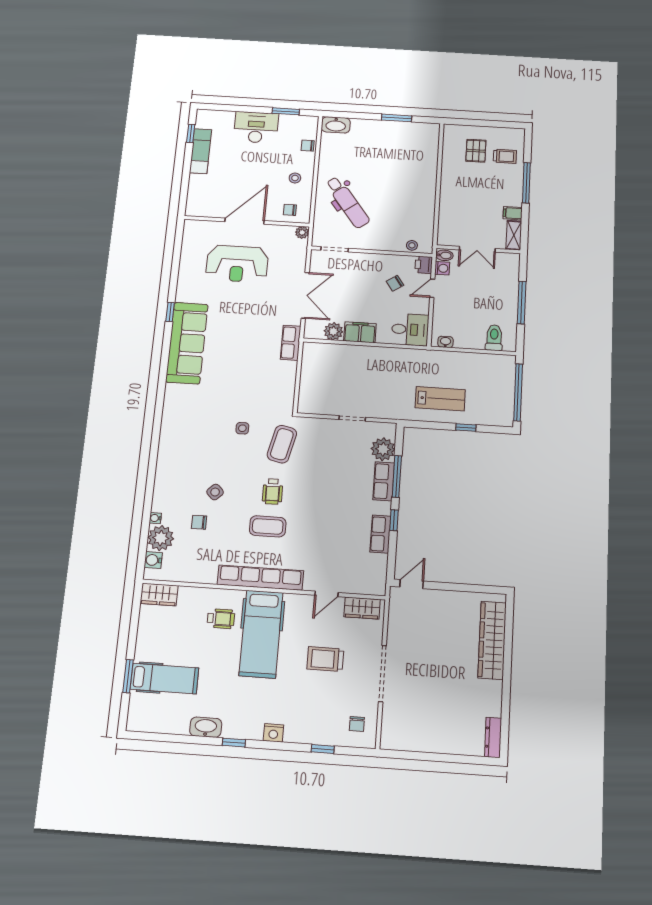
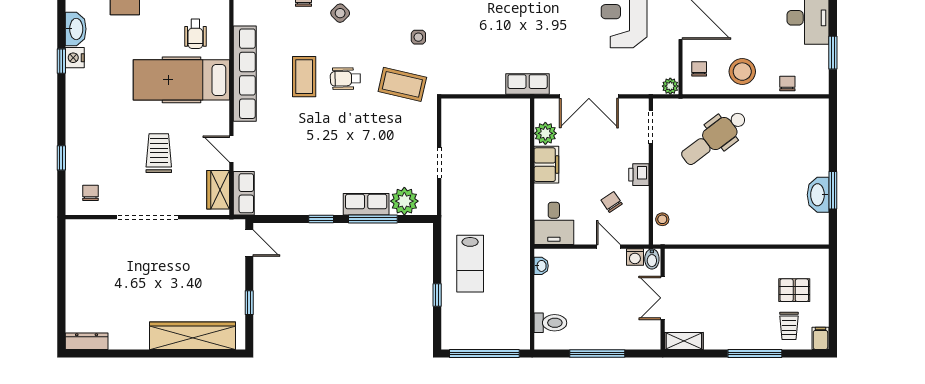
washbasin: (336, 125) -> (818, 195), moved
stool: (295, 178) -> (742, 72), width x1.89, depth x1.89
filing cabinet: (513, 213) -> (820, 338), moved
printer: (424, 265) -> (639, 175), moved, turned -90
row of seats: (380, 534) -> (244, 193), moved, turned 90
window: (465, 588) -> (249, 303), added
chair: (357, 724) -> (91, 193), turned 90
nightstand: (273, 733) -> (75, 58), moved

